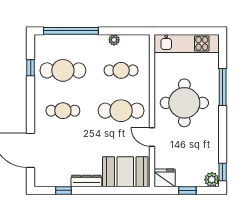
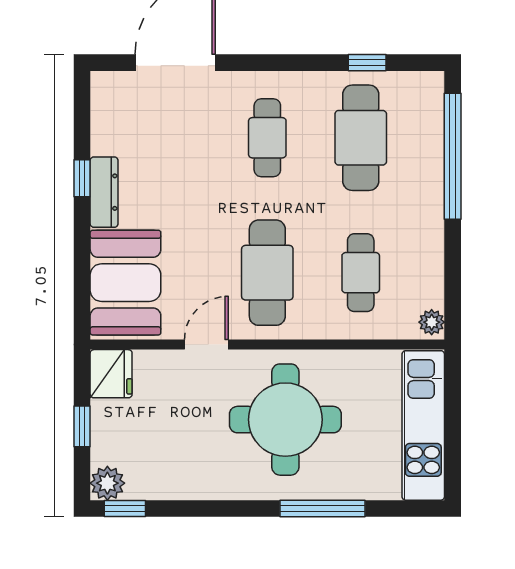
plant: (114, 40) -> (432, 322), moved
window: (63, 190) -> (82, 178), moved

